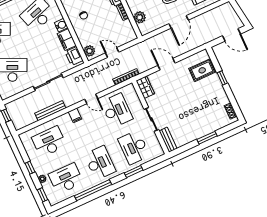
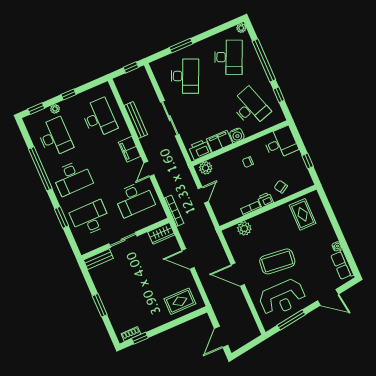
door: (166, 64) -> (188, 259), swing flipped
rug: (202, 70) -> (180, 301), turned 90
window: (222, 78) -> (140, 338), moved
filing cabinet: (75, 115) -> (130, 149), width x2.00

